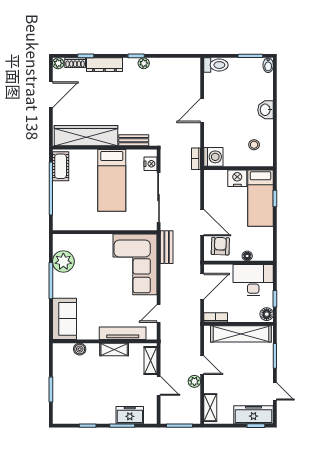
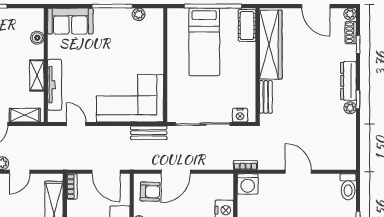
dresser: (104, 65) -> (348, 81), moved
cot: (61, 166) -> (247, 26), moved, turned 90
bed: (112, 180) -> (204, 42), moved, turned -90
plant: (63, 261) -> (139, 14), width x0.53, depth x0.53

